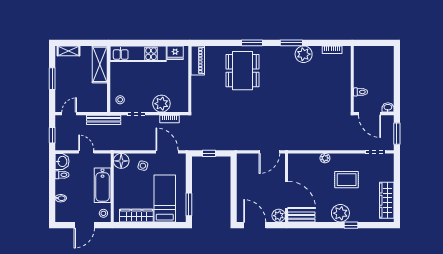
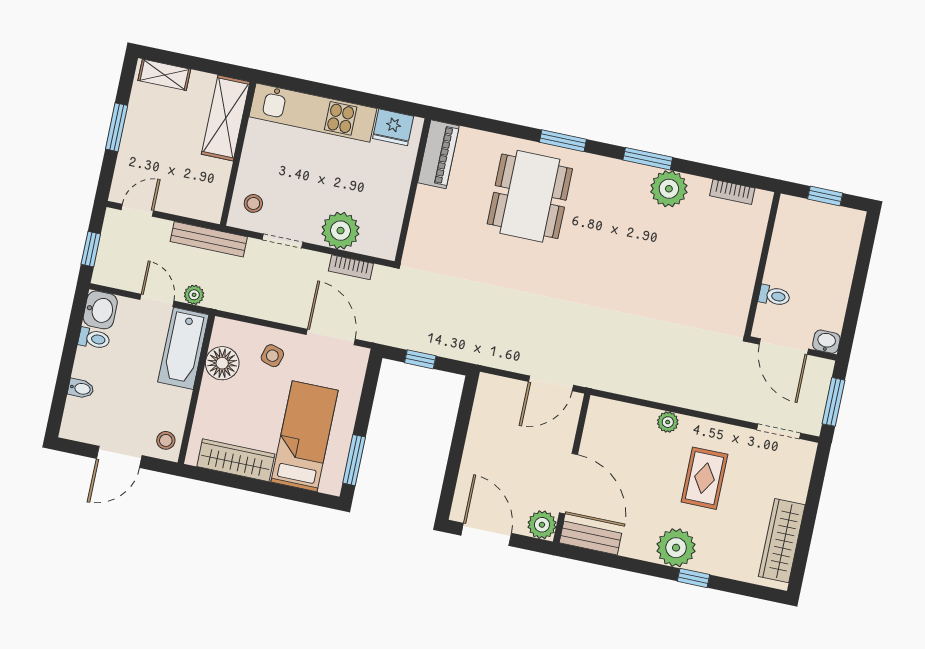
window: (374, 43) -> (825, 196), added
plant: (102, 146) -> (194, 295), added
floor lamp: (121, 161) -> (222, 363), moved
rug: (347, 180) -> (704, 478), turned 90
bathtub: (103, 185) -> (183, 348), moved

